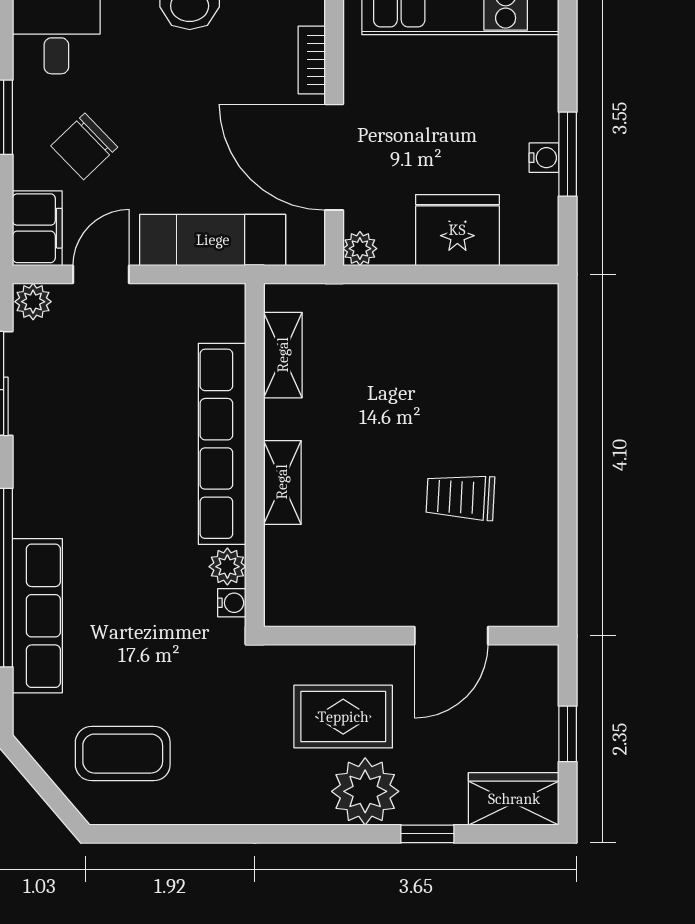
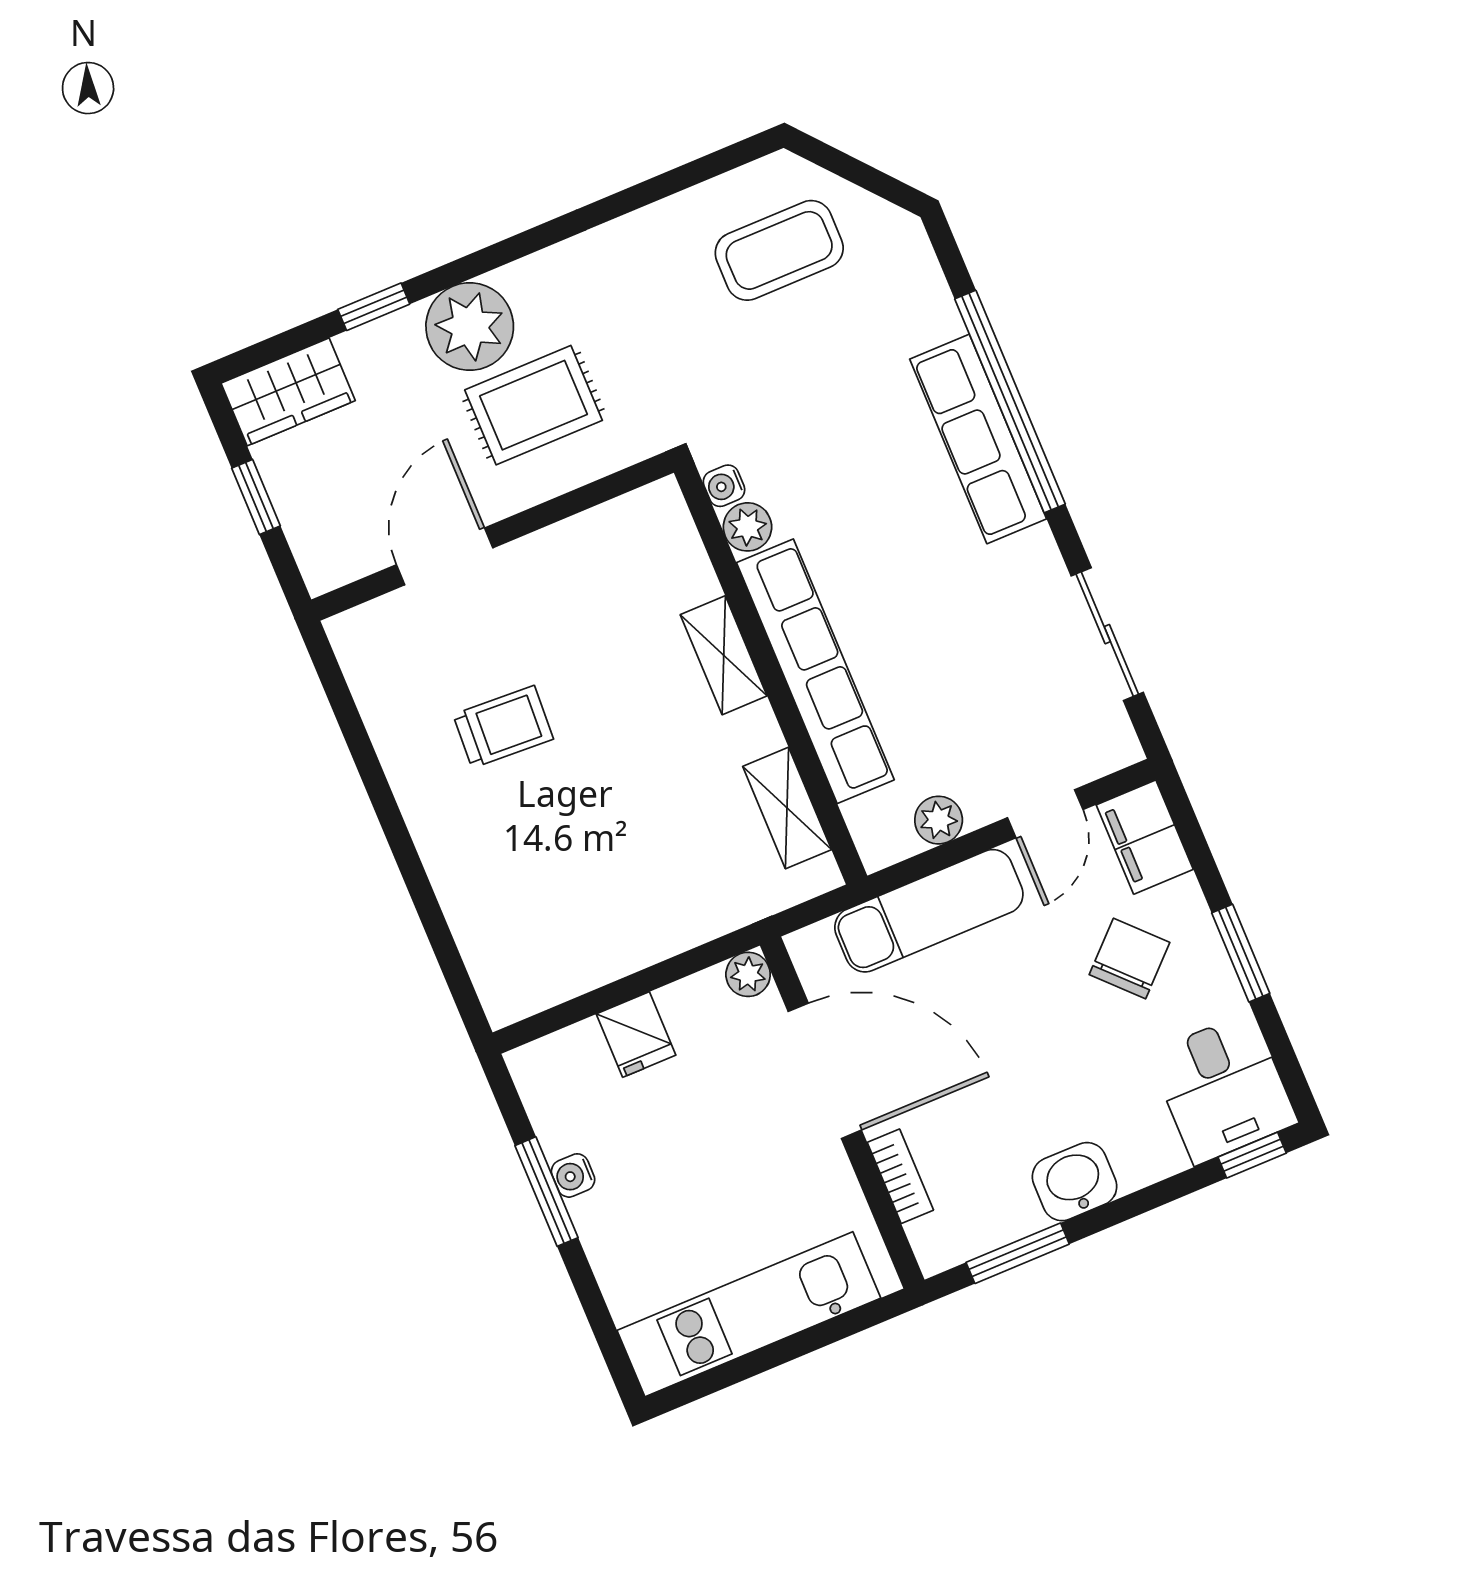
fridge: (457, 230) -> (636, 1035), width x0.53, depth x0.75
plant: (33, 302) -> (939, 820), moved
row of seats: (37, 616) -> (978, 439), moved

